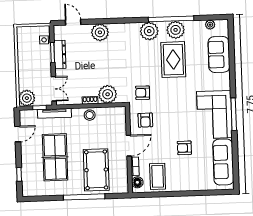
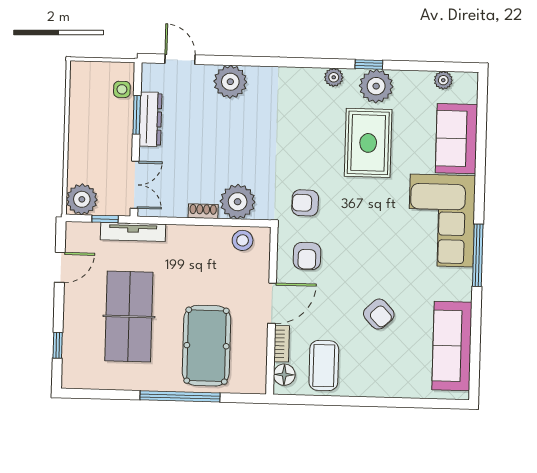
window: (171, 19) -> (369, 64), width x0.32
plant: (149, 31) -> (334, 77), width x0.53, depth x0.53
stool: (90, 115) -> (243, 240), moved
corner sofa: (214, 115) -> (442, 221), moved
armchair: (184, 148) -> (379, 314), turned -133

